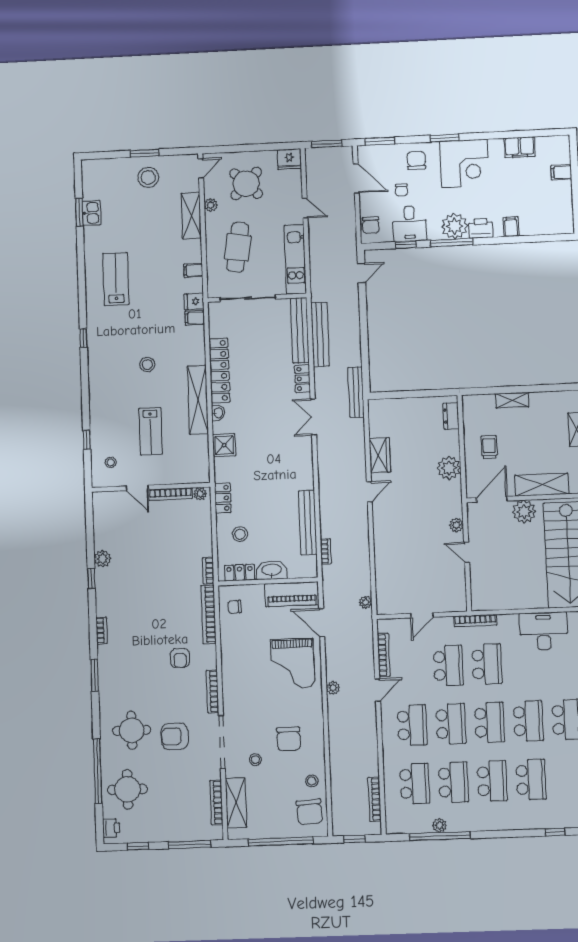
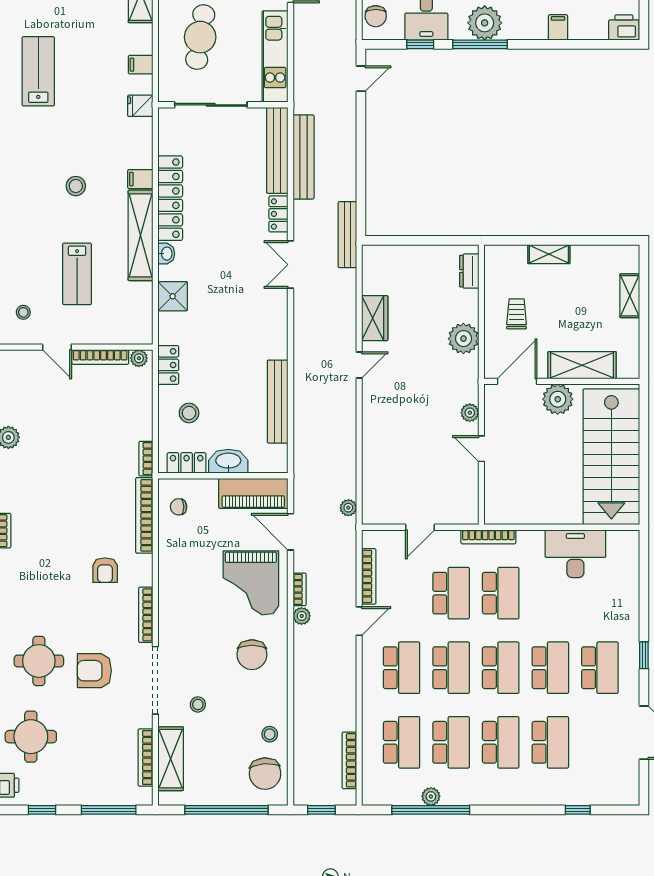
printer: (481, 228) -> (624, 27), moved
filing cabinet: (195, 318) -> (140, 179), moved
bookcase: (326, 551) -> (300, 589), moved
chair: (289, 739) -> (252, 655), moved

